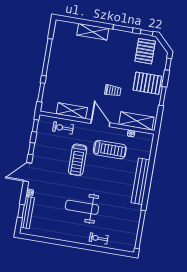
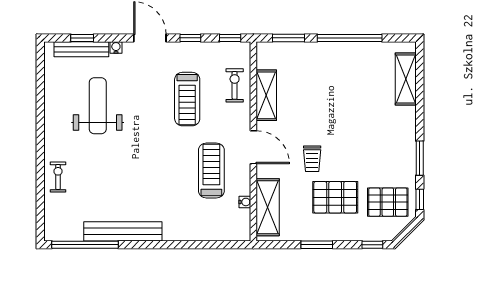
shelving: (93, 32) -> (406, 79), moved
pallet: (147, 83) -> (335, 197), moved, turned 90
door: (100, 123) -> (253, 147), hinge flipped
treadmill: (110, 150) -> (211, 170), turned 180
treadmill: (78, 160) -> (187, 99), moved, turned -90
bench: (140, 181) -> (123, 231), moved
weight bench: (82, 207) -> (98, 106), moved

